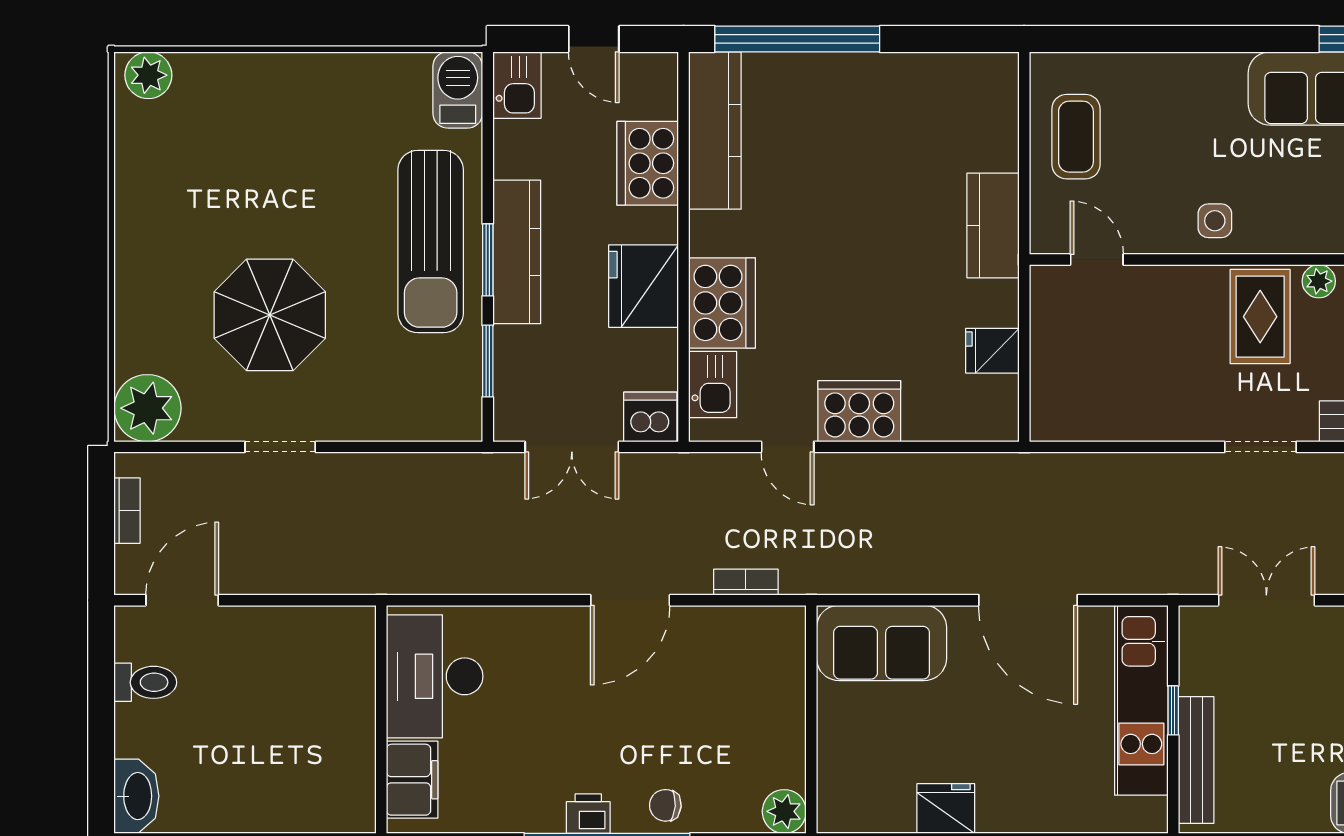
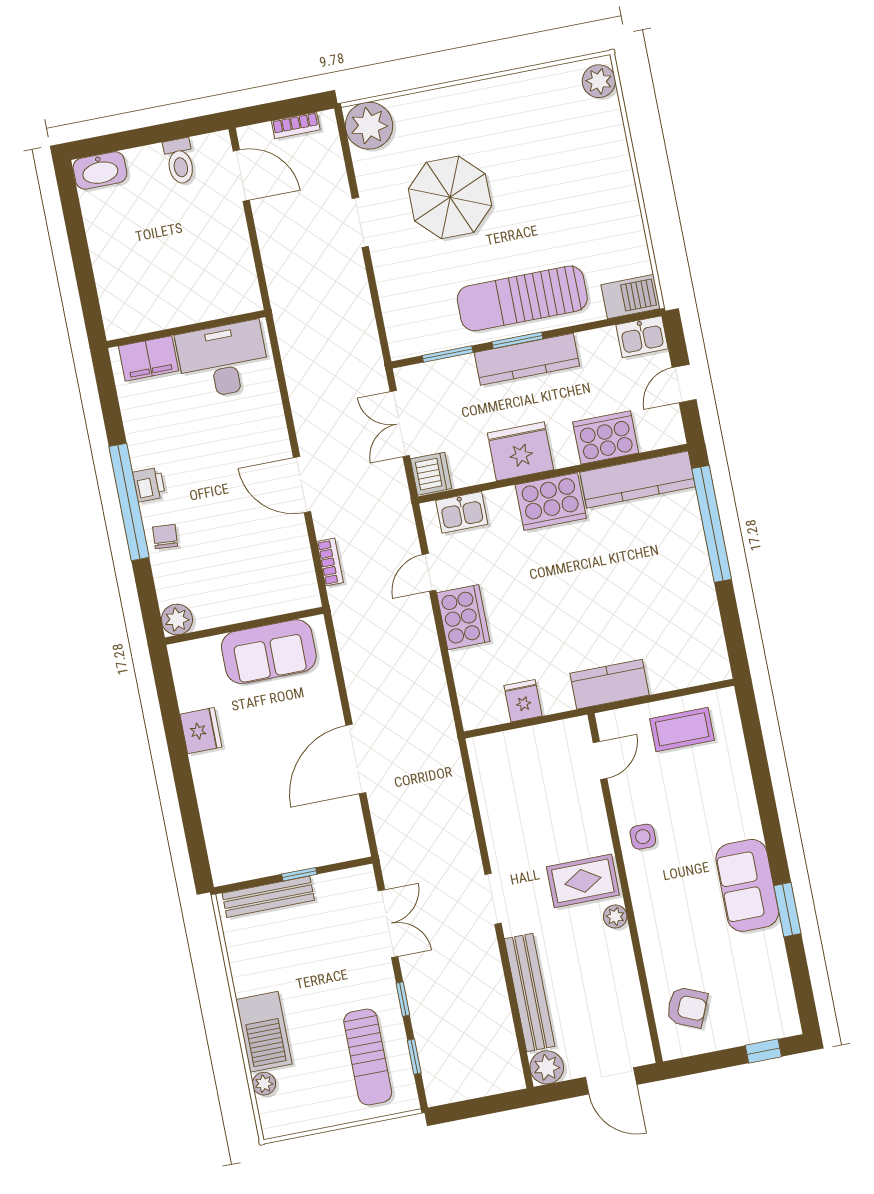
cooker: (722, 303) -> (551, 502), moved
sofa: (882, 643) -> (269, 652), moved, turned -90
kitchen unit: (1141, 700) -> (302, 851), removed

